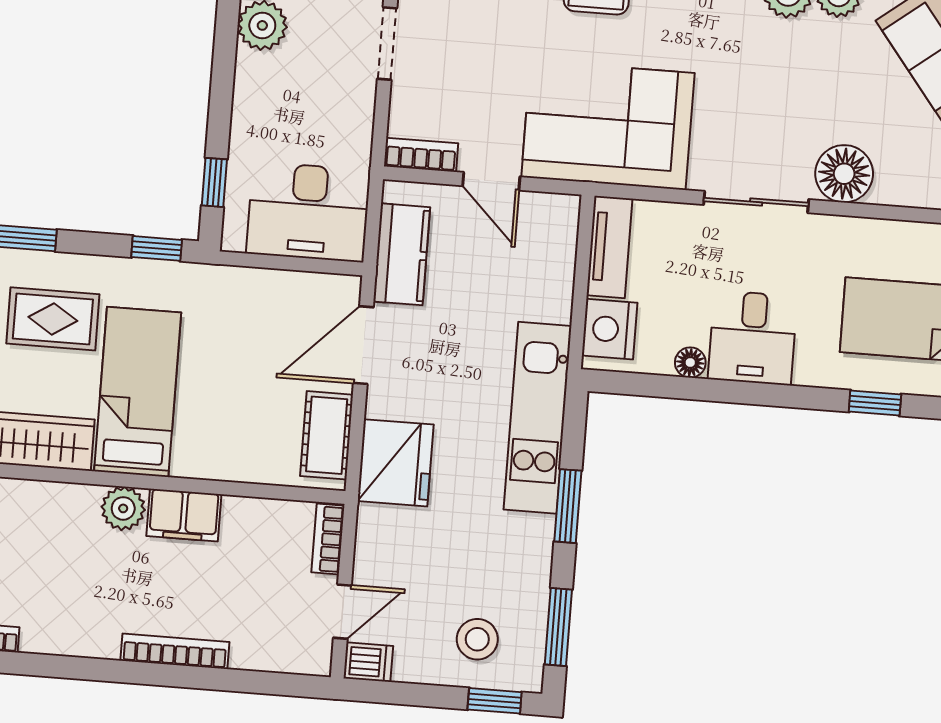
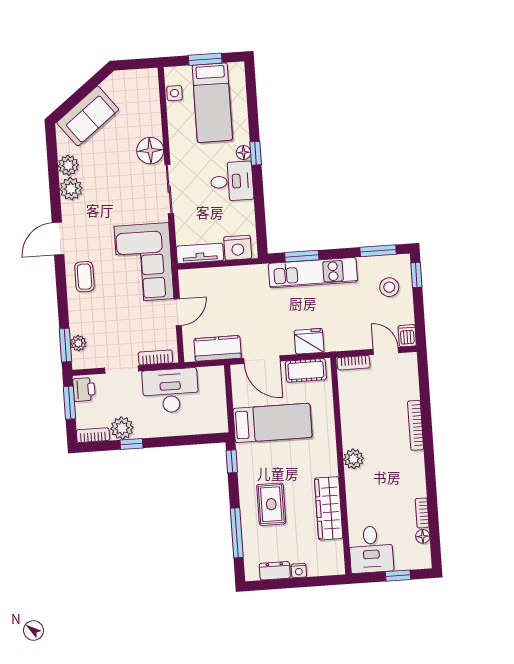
bookcase: (421, 155) -> (155, 357), moved, turned 90
window: (214, 182) -> (131, 444), moved
desk: (308, 212) -> (171, 391), moved, turned -90
floor lamp: (690, 362) -> (244, 152), moved
bed: (138, 392) -> (272, 423), moved, turned 180
window: (875, 403) -> (256, 153), moved
kitchen unit: (538, 418) -> (313, 273), moved
fridge: (396, 463) -> (309, 341), width x0.73, depth x0.75
window: (568, 506) -> (302, 256), moved
filing cabinet: (184, 515) -> (352, 431), removed

